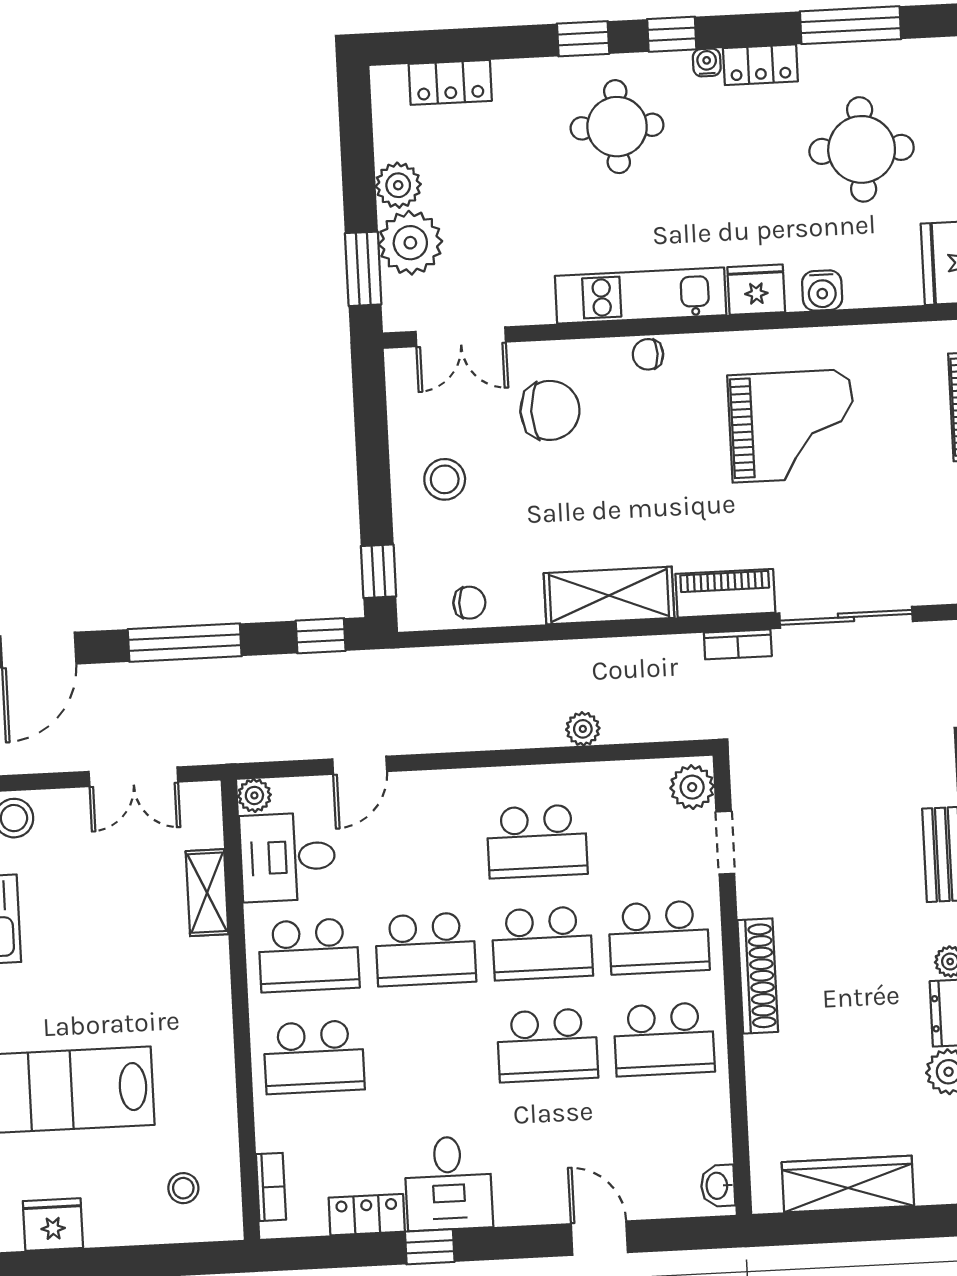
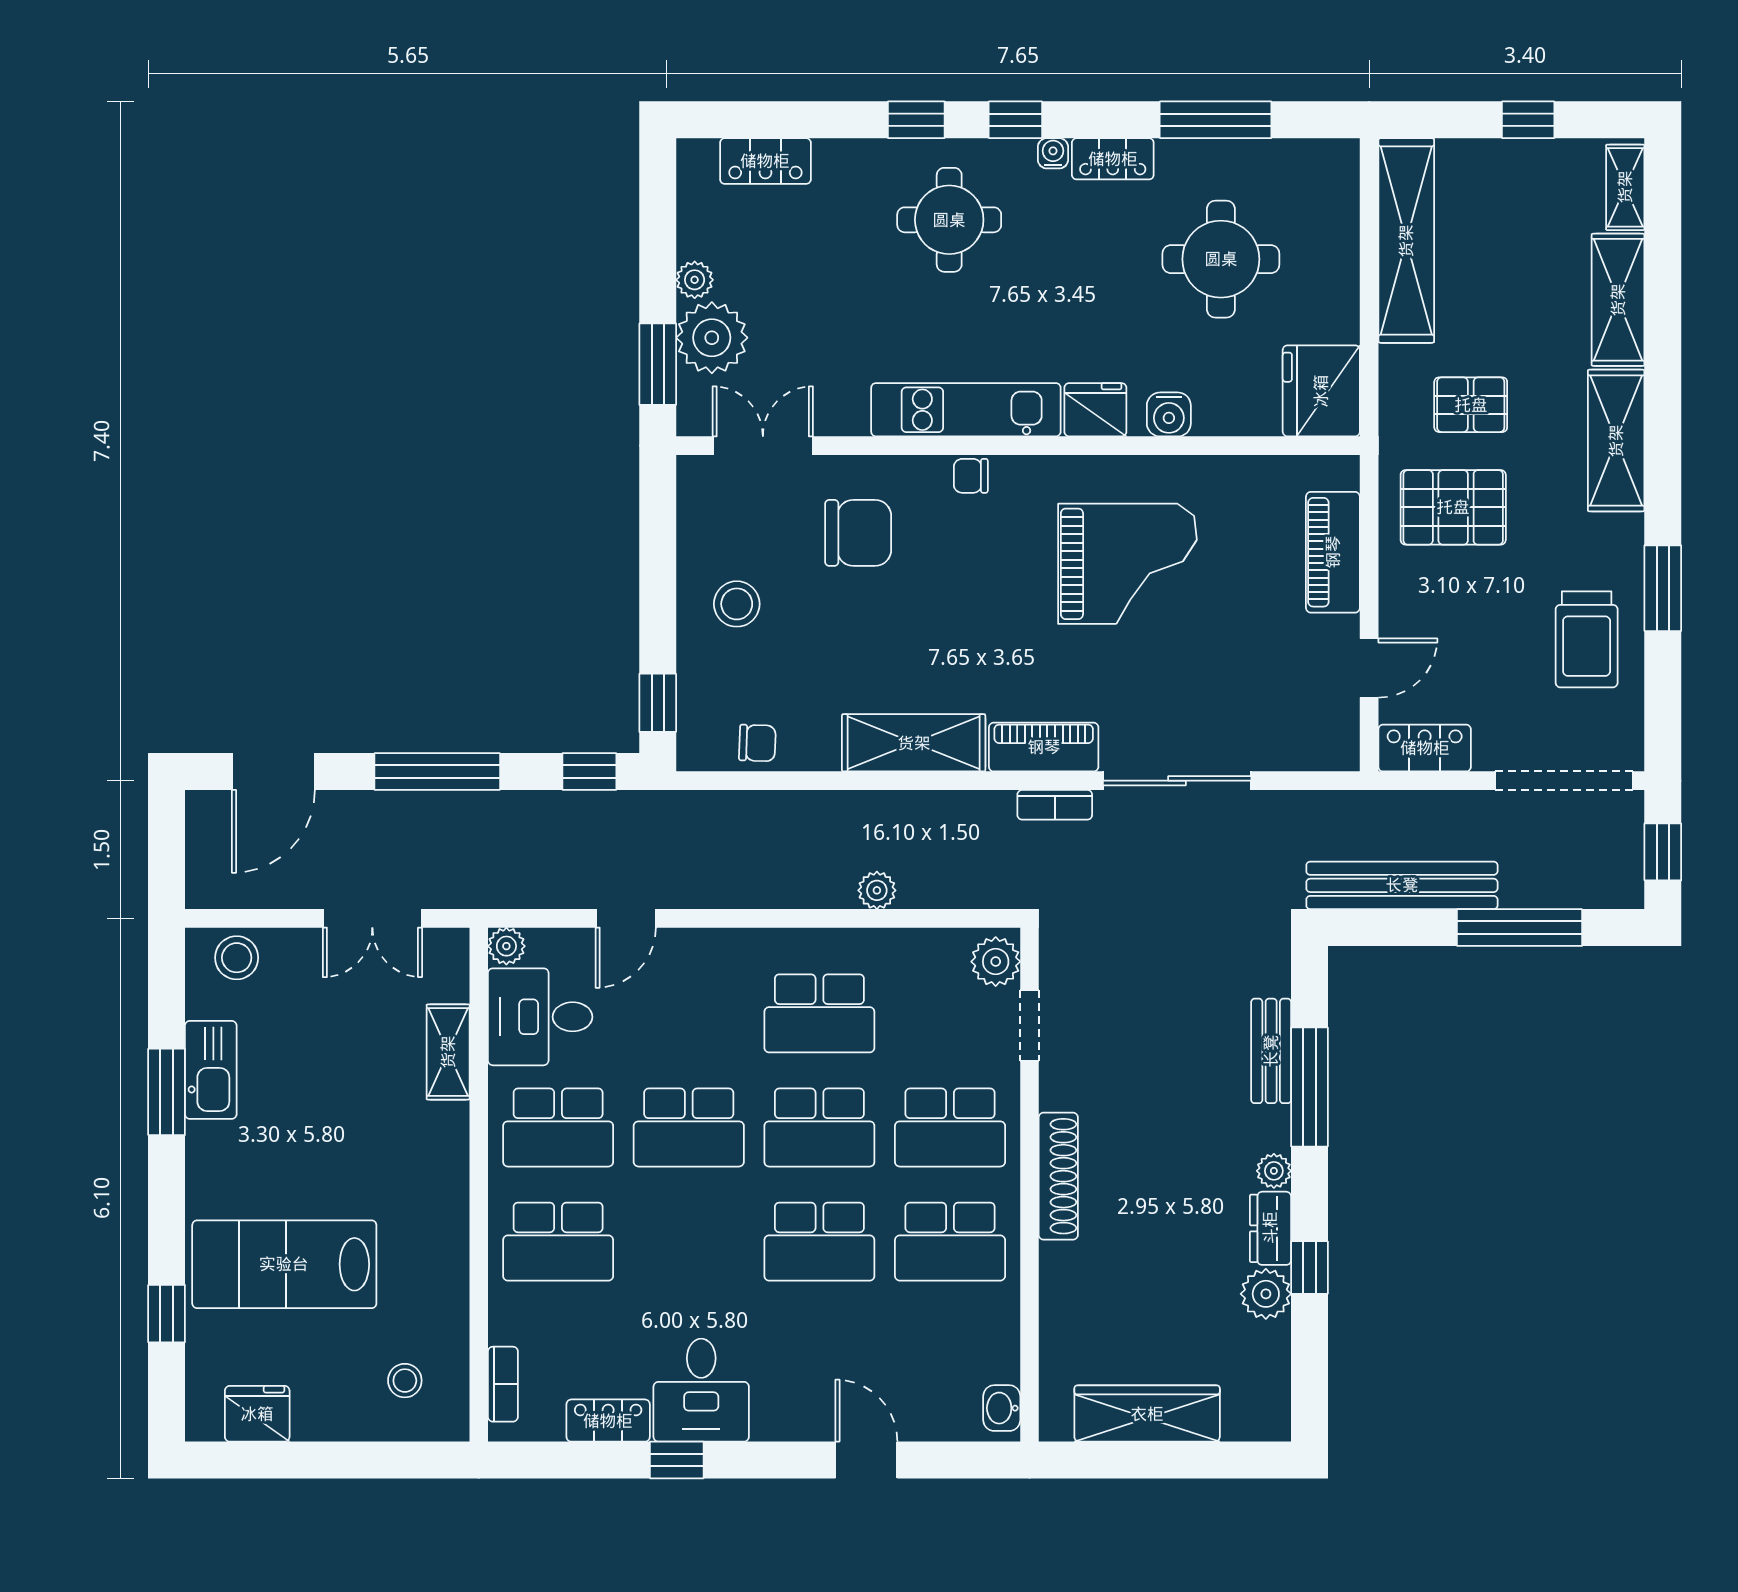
plant: (398, 185) -> (695, 280), width x0.73, depth x0.73
double door: (461, 337) -> (763, 446), swing flipped

